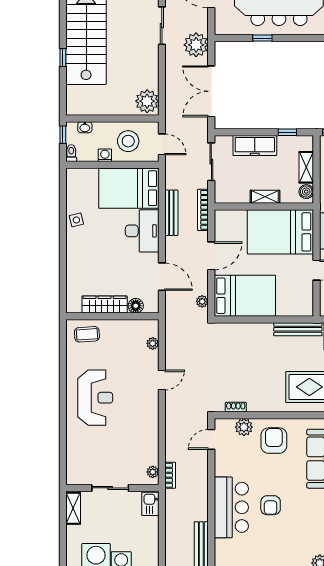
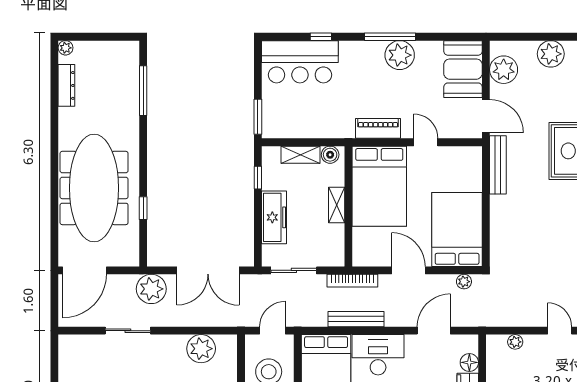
plant: (147, 101) -> (201, 349), moved

